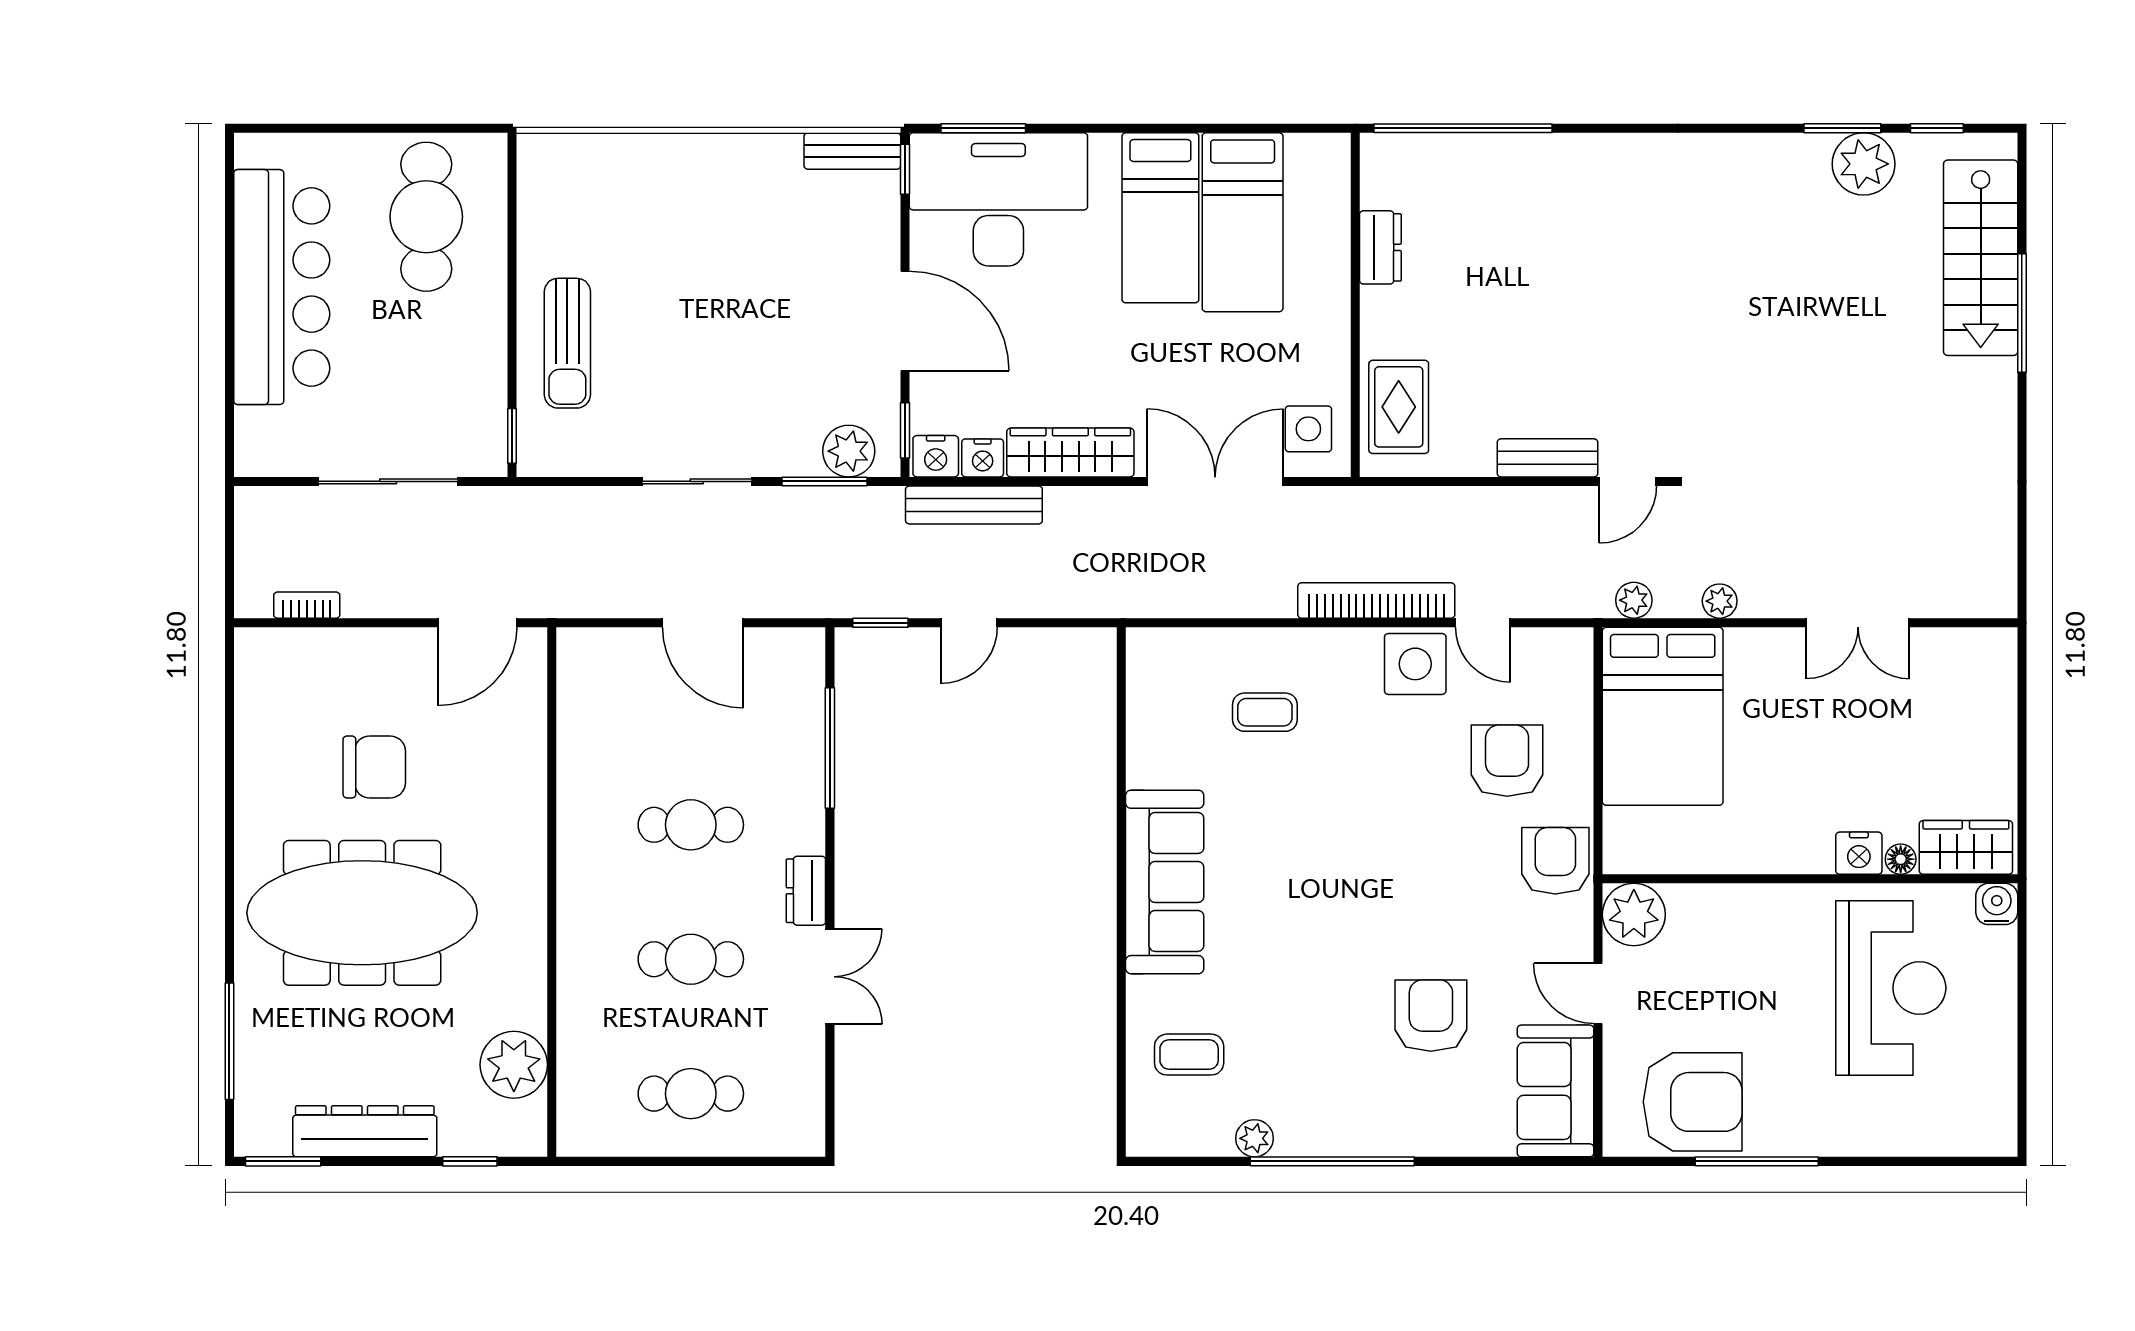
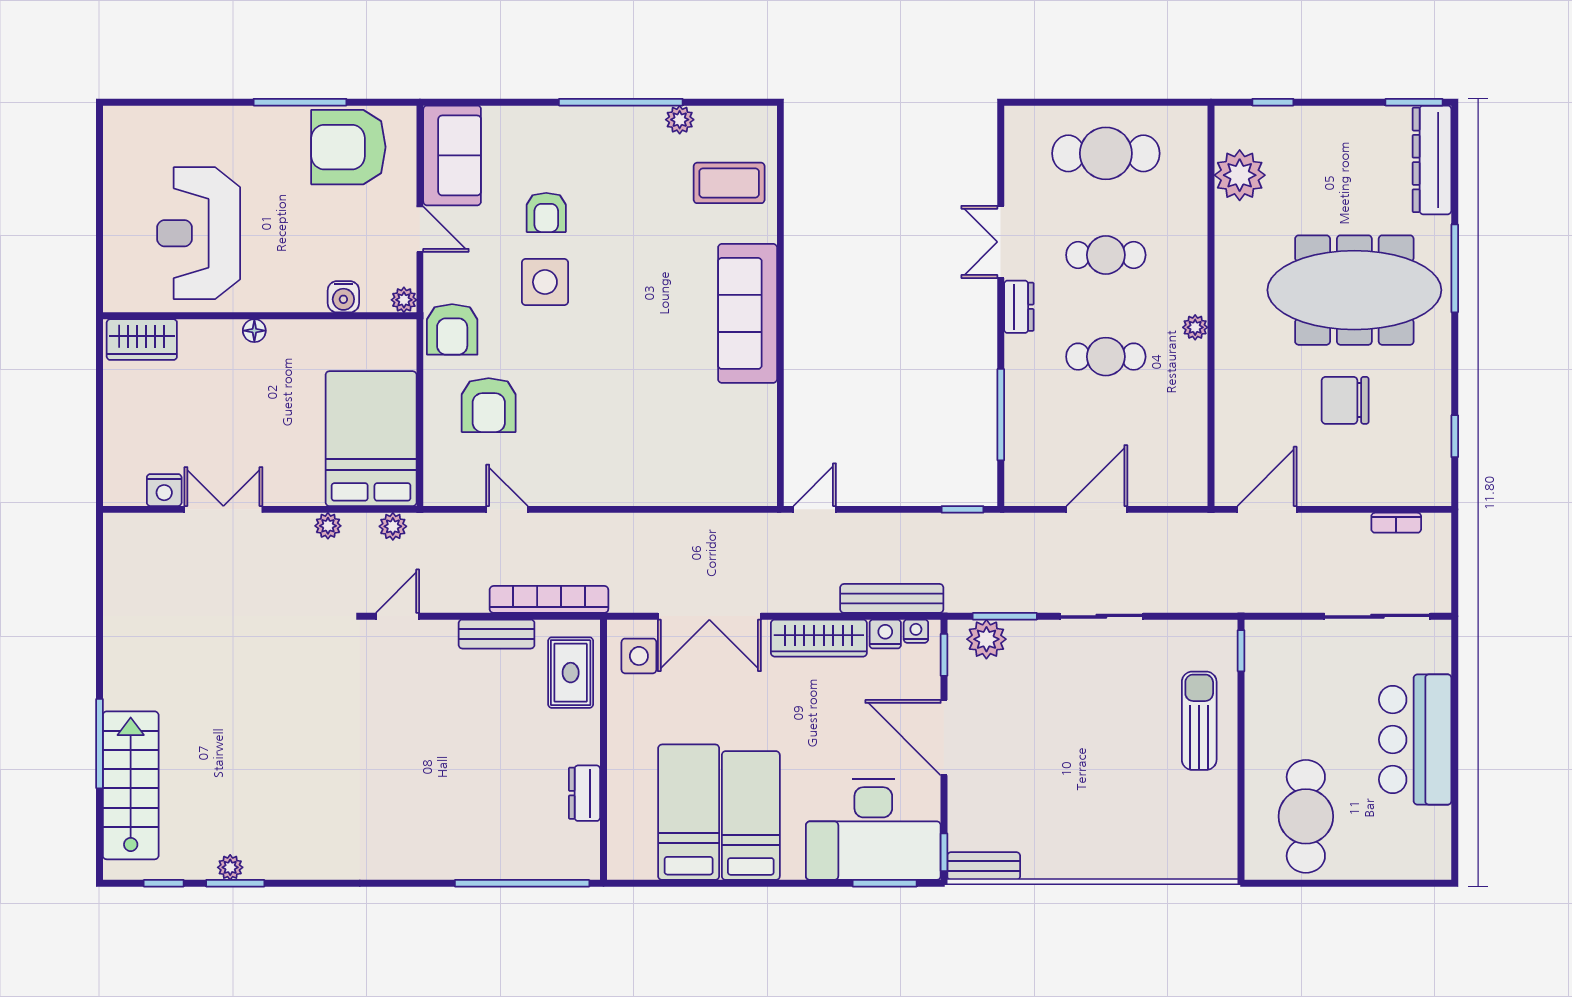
plant: (1864, 164) -> (230, 867), width x0.53, depth x0.53
bar counter: (282, 287) -> (1415, 740), width x0.73
nightstand: (936, 456) -> (916, 631), width x0.72, depth x0.74
bench: (1548, 458) -> (497, 634), moved
sliding door: (388, 481) -> (1377, 616), moved
bookcase: (1376, 601) -> (549, 599), moved, turned 180
door: (703, 623) -> (1097, 509), hinge flipped
door: (969, 623) -> (815, 509), moved
side table: (1415, 664) -> (545, 282), moved
coffee table: (1265, 712) -> (672, 442), removed
window: (229, 720) -> (1455, 436), added
nightstand: (1859, 853) -> (164, 490), moved, turned 180
floor lamp: (1901, 859) -> (254, 331), moved
plant: (573, 864) -> (1195, 327), added
water cooler: (1997, 904) -> (343, 297), moved
plant: (1634, 915) -> (404, 300), width x0.53, depth x0.53
armchair: (1431, 1016) -> (546, 212), width x0.72, depth x0.72
window: (229, 1041) -> (1455, 268), moved
coffee table: (1189, 1055) -> (729, 183), width x1.36, depth x1.30
cafe table: (691, 1094) -> (1106, 153), width x1.37, depth x1.35
dresser: (365, 1131) -> (1432, 160), moved, turned 90

